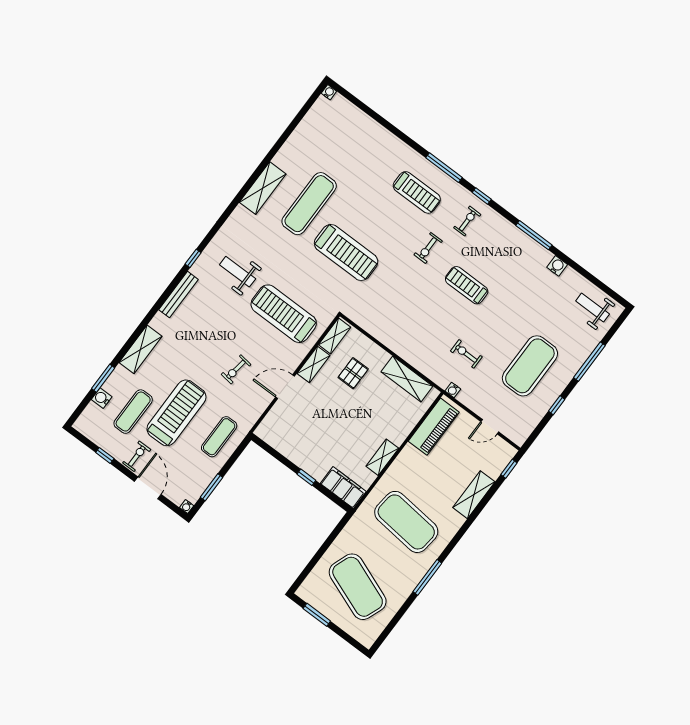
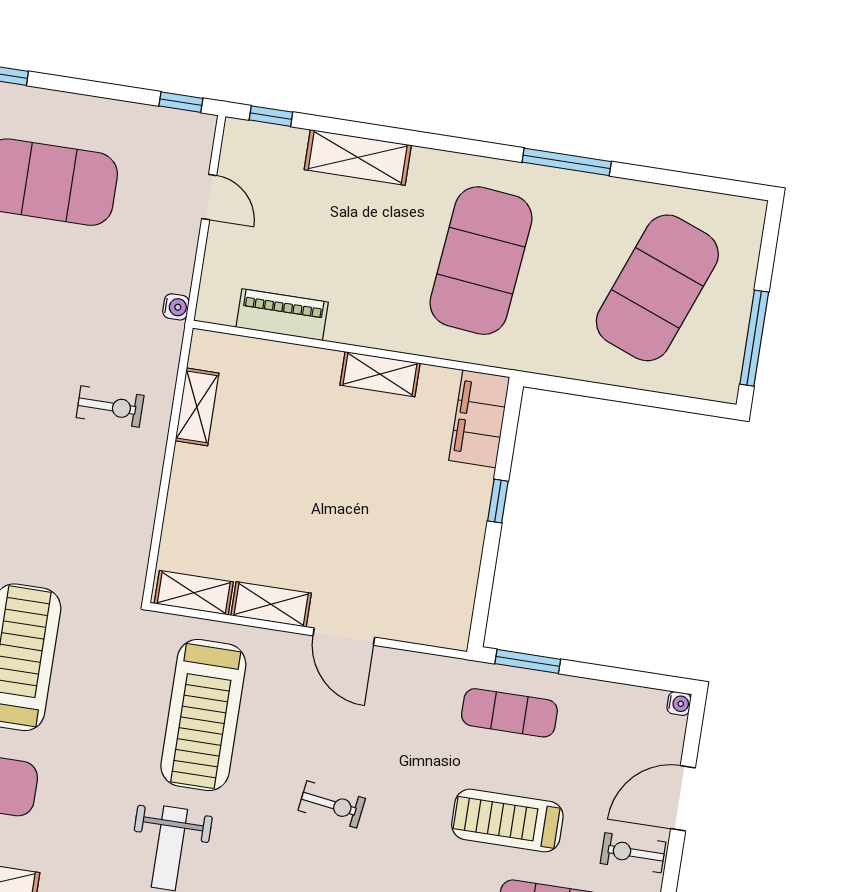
exercise bike: (466, 354) -> (110, 407), moved, turned -90
exercise bike: (236, 369) -> (332, 804), moved
pallet: (353, 373) -> (247, 518), removed
shelving: (407, 379) -> (197, 407), width x0.67, depth x0.75
window: (557, 405) -> (181, 102), moved
treadmill: (176, 413) -> (507, 820), width x0.73, depth x0.73
piano: (434, 427) -> (282, 315), width x0.73, depth x0.75
window: (212, 487) -> (528, 661), moved
window: (317, 615) -> (754, 338), width x1.44

